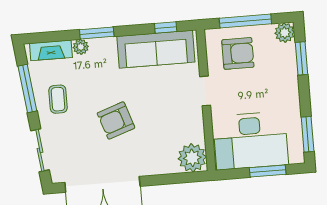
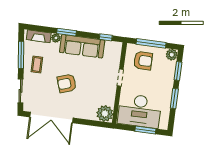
sofa: (156, 49) -> (82, 46), moved
window: (308, 134) -> (174, 99), moved

